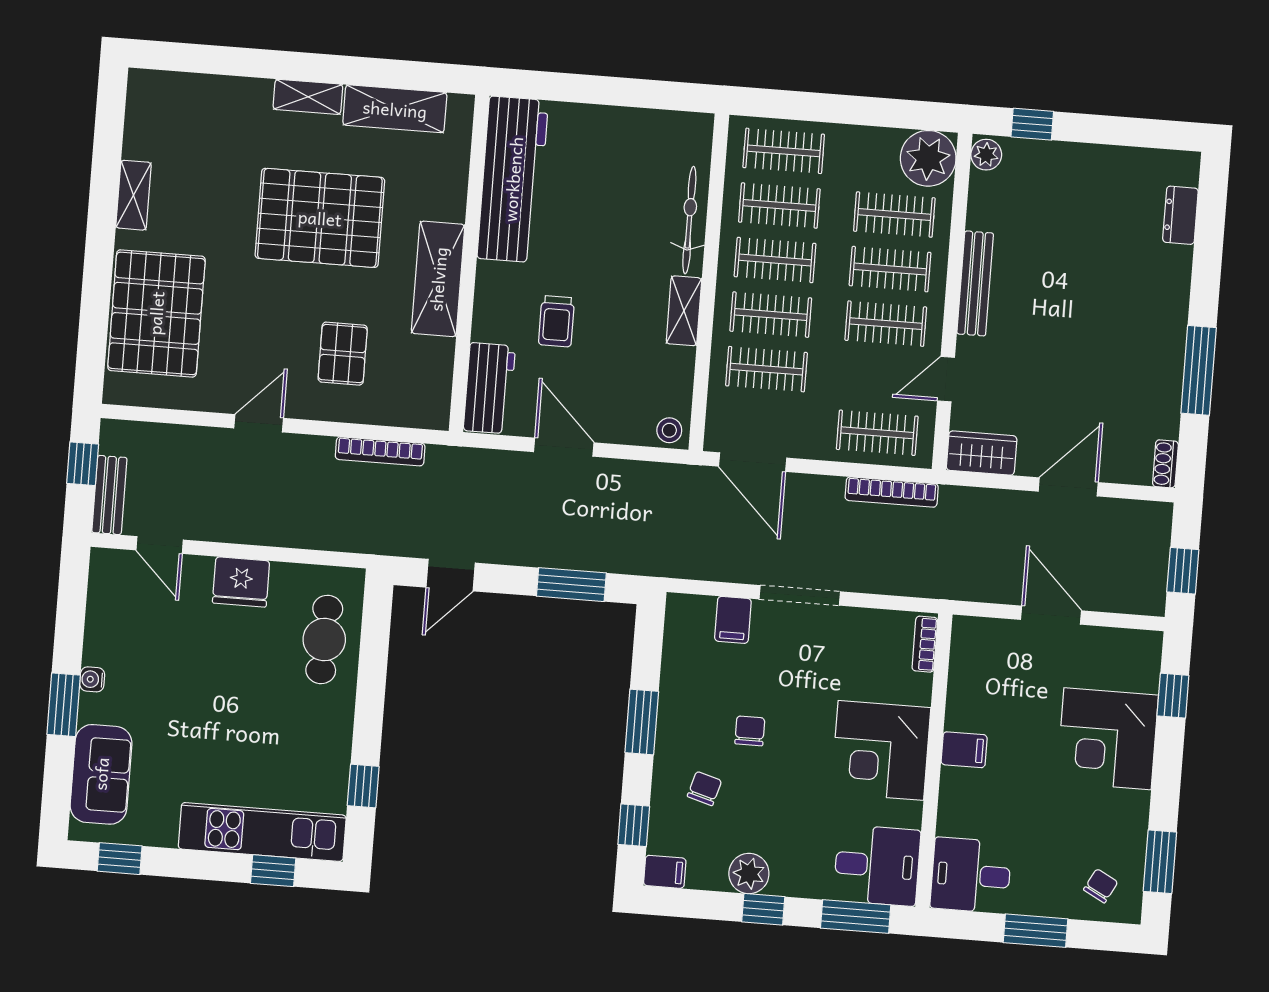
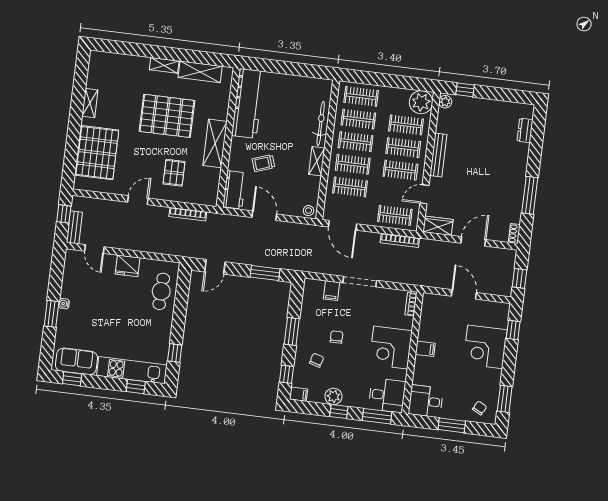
trolley: (556, 321) -> (264, 163), turned 71
sofa: (101, 774) -> (76, 361), moved, turned -90

